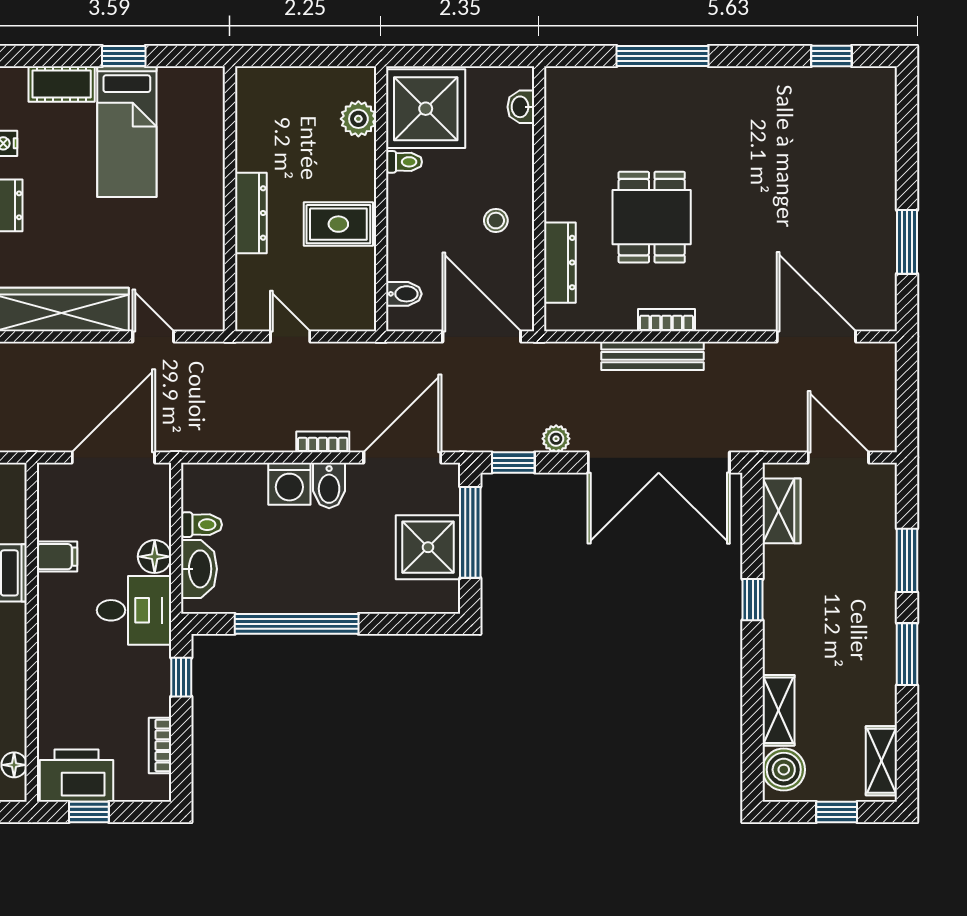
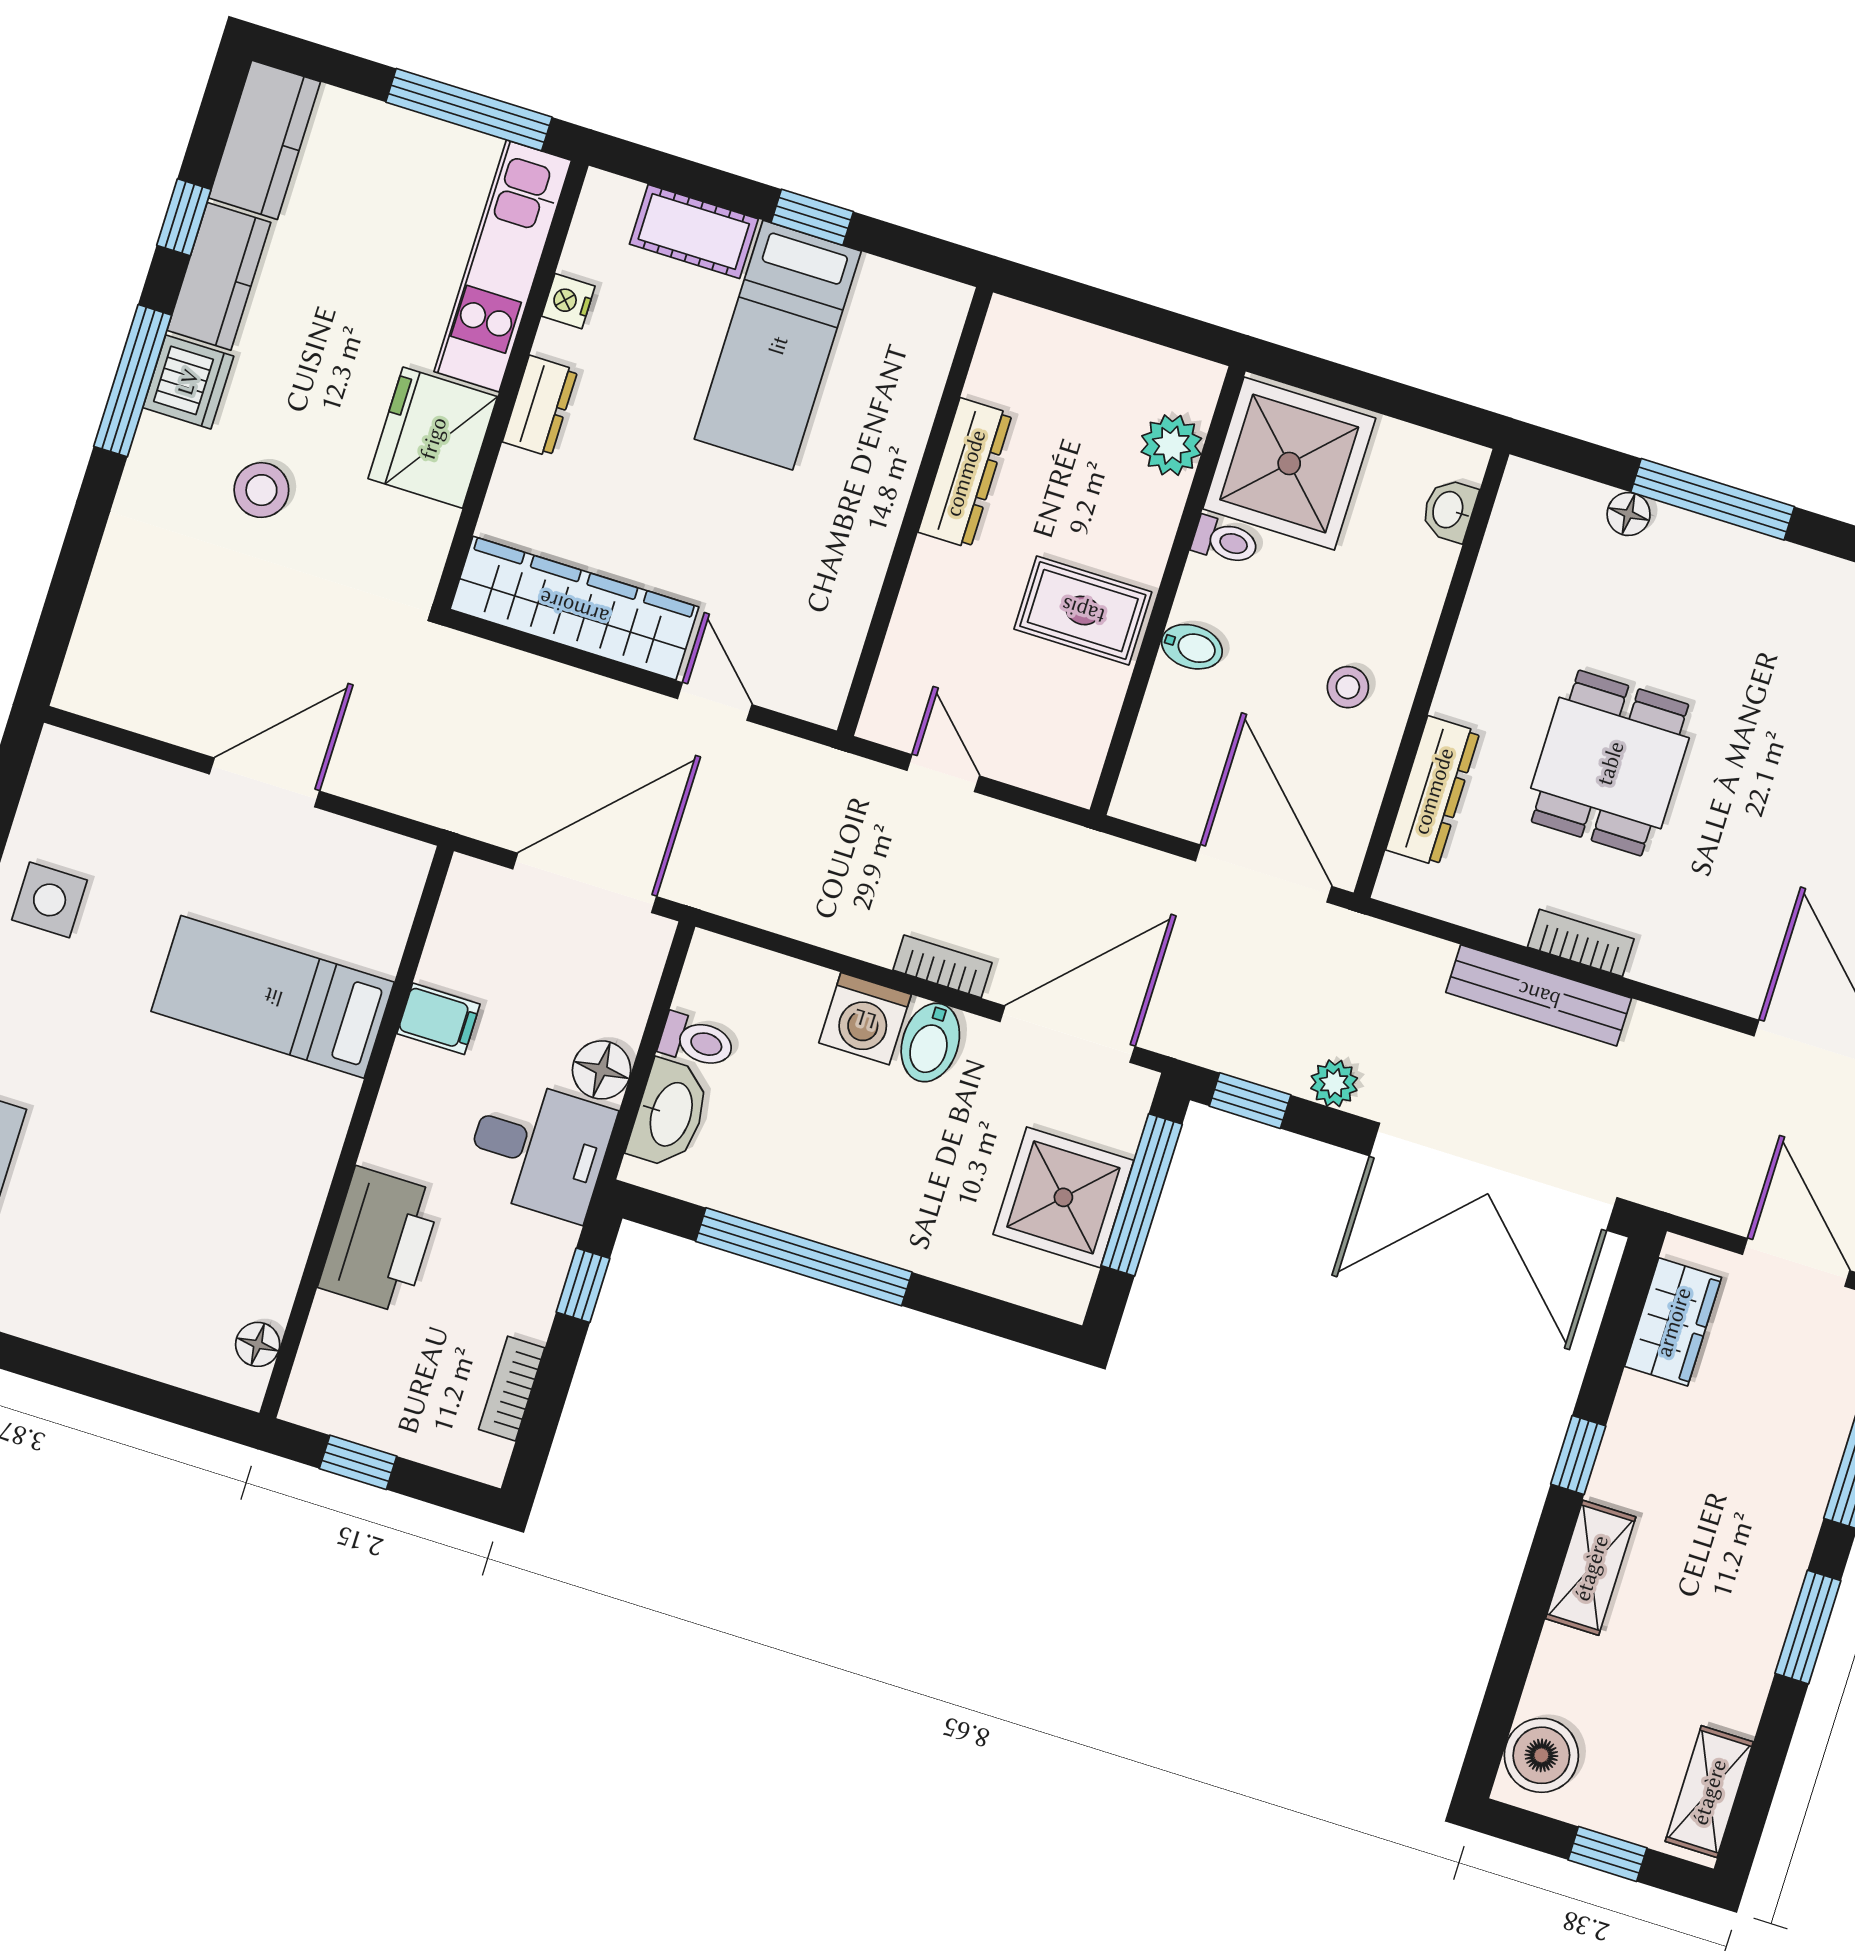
floor lamp: (619, 78) -> (1629, 514), added
dresser: (251, 213) -> (965, 473), moved
bidet: (404, 294) -> (1192, 647), moved
shelving: (779, 710) -> (1591, 1568), moved
printer: (76, 776) -> (380, 1240), moved, turned 90

